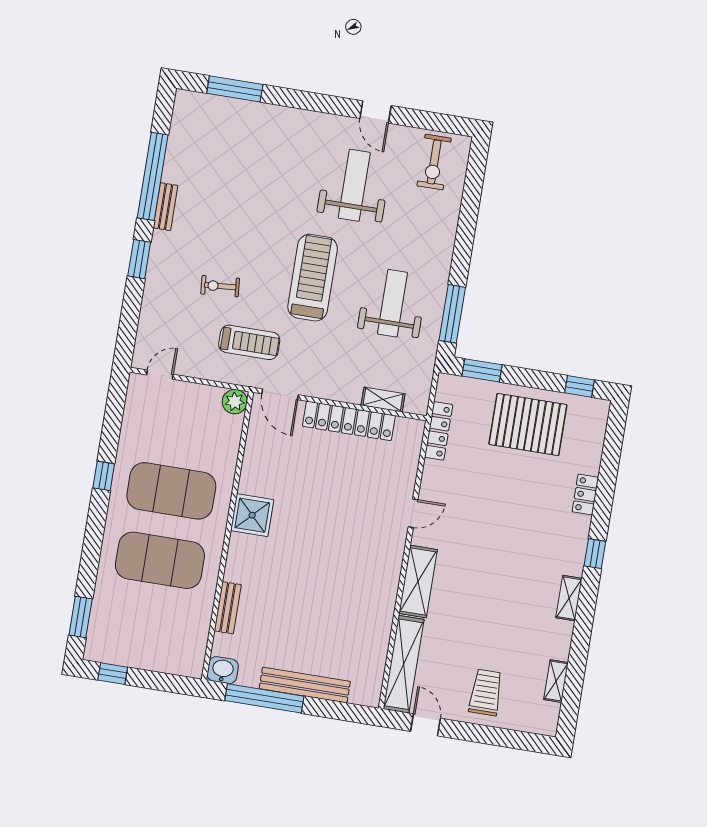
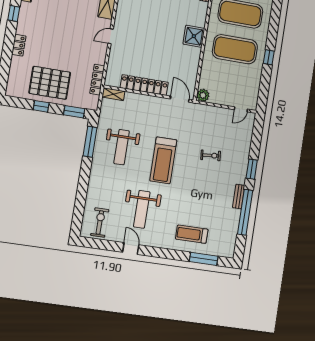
treadmill: (249, 342) -> (192, 234), moved
window: (580, 386) -> (41, 106), moved
shelving: (383, 400) -> (113, 94), moved

